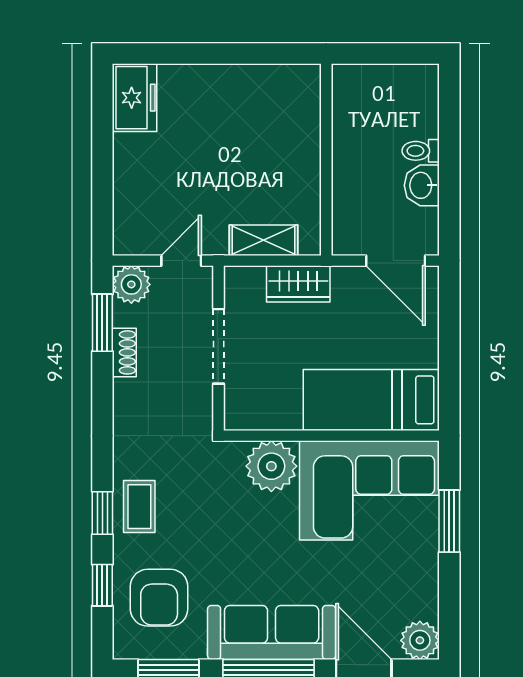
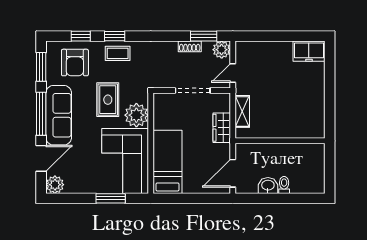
door: (181, 261) -> (233, 73), swing flipped
rug: (238, 527) -> (108, 100), added
armchair: (159, 598) -> (75, 63), turned -90

